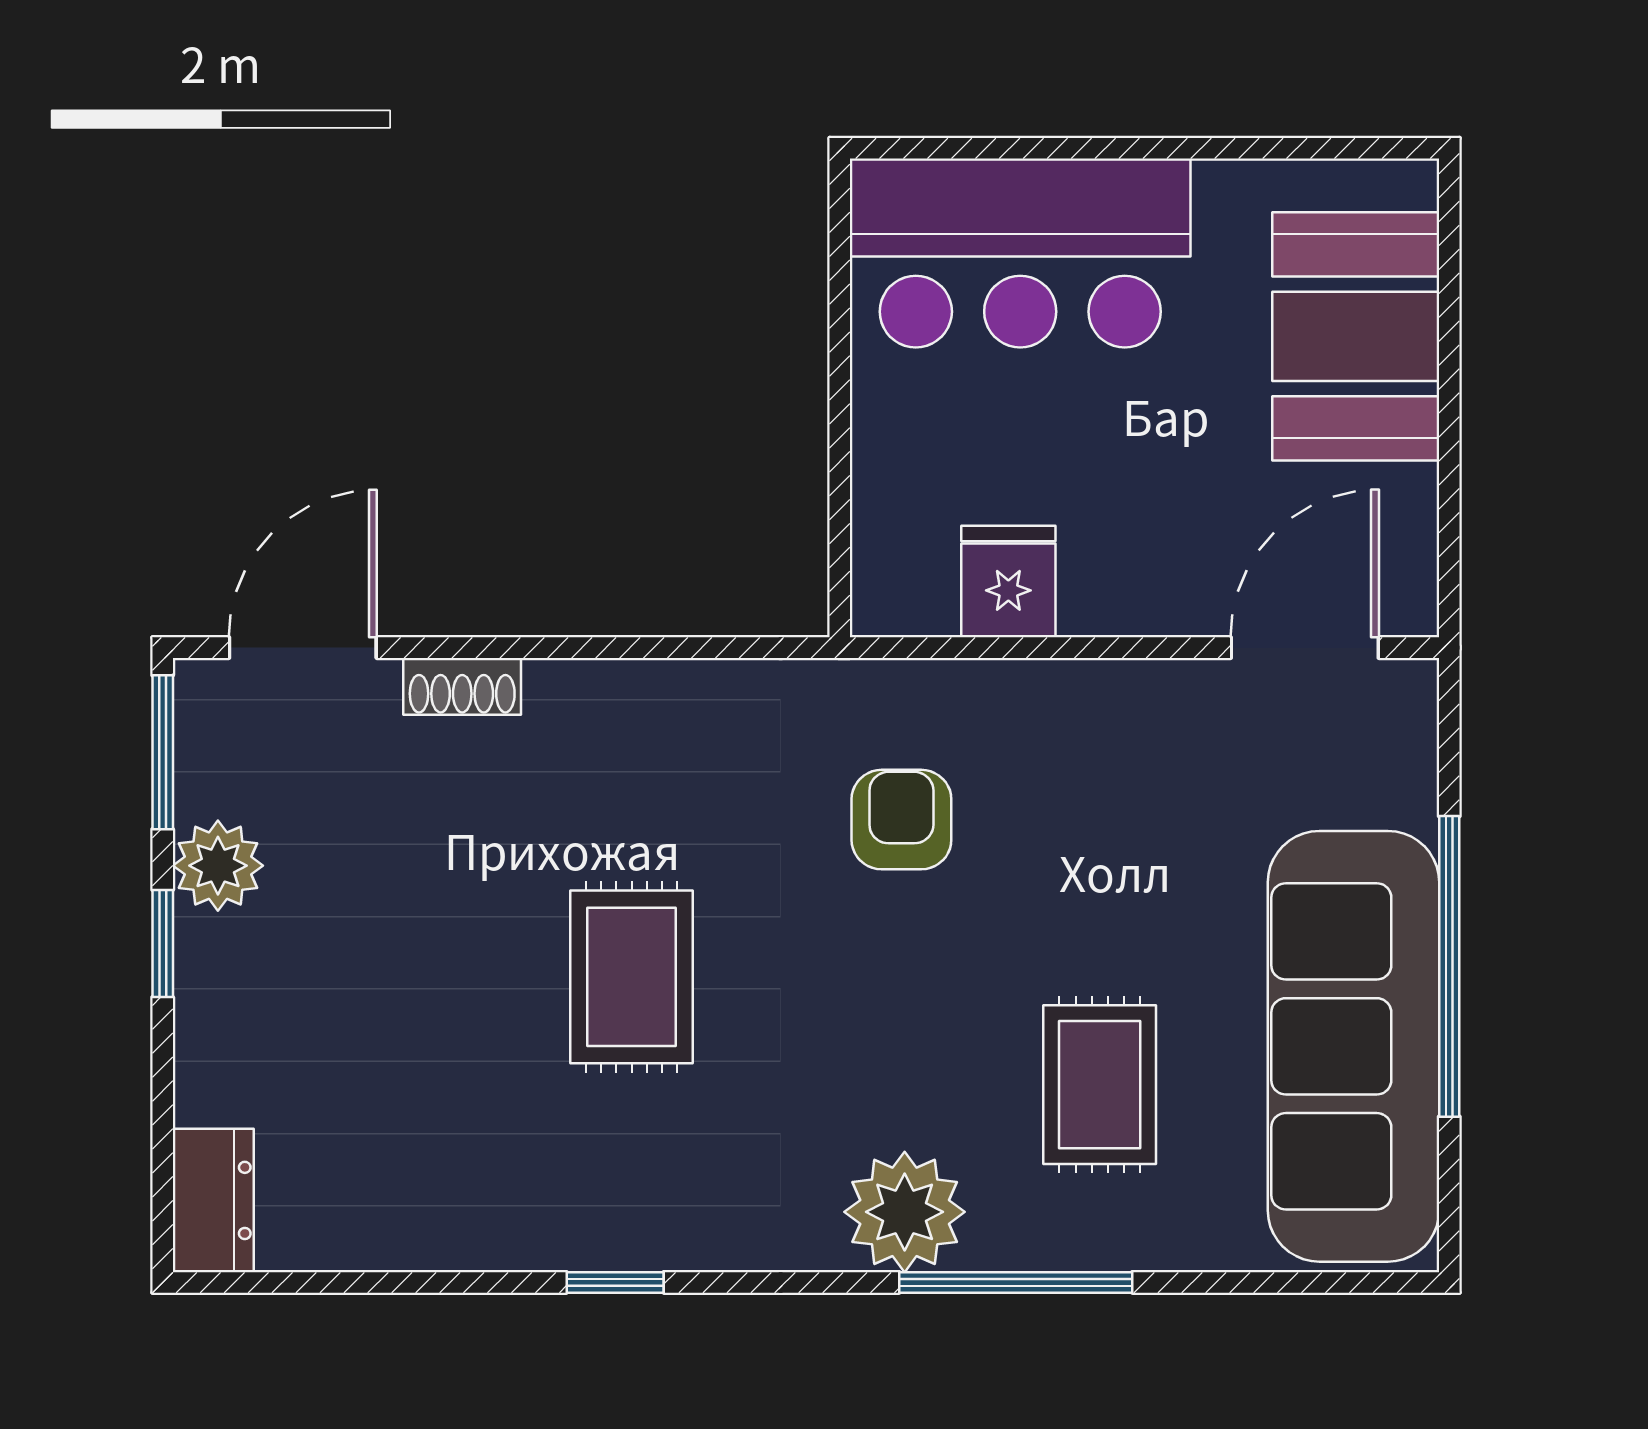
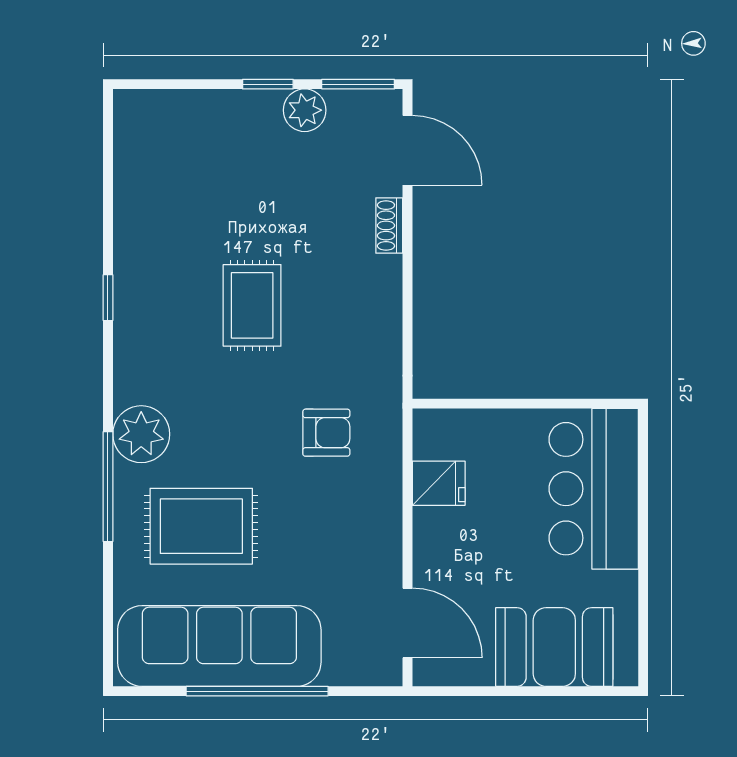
rug: (632, 977) -> (252, 305), turned 90
rug: (1100, 1085) -> (201, 526), width x1.36, depth x1.43
dresser: (213, 1200) -> (147, 108), removed

